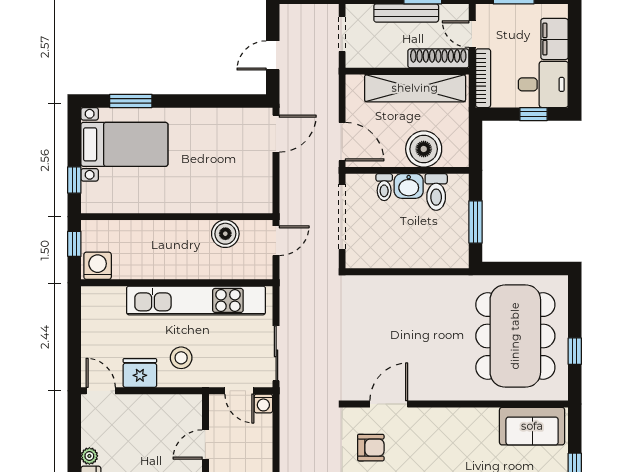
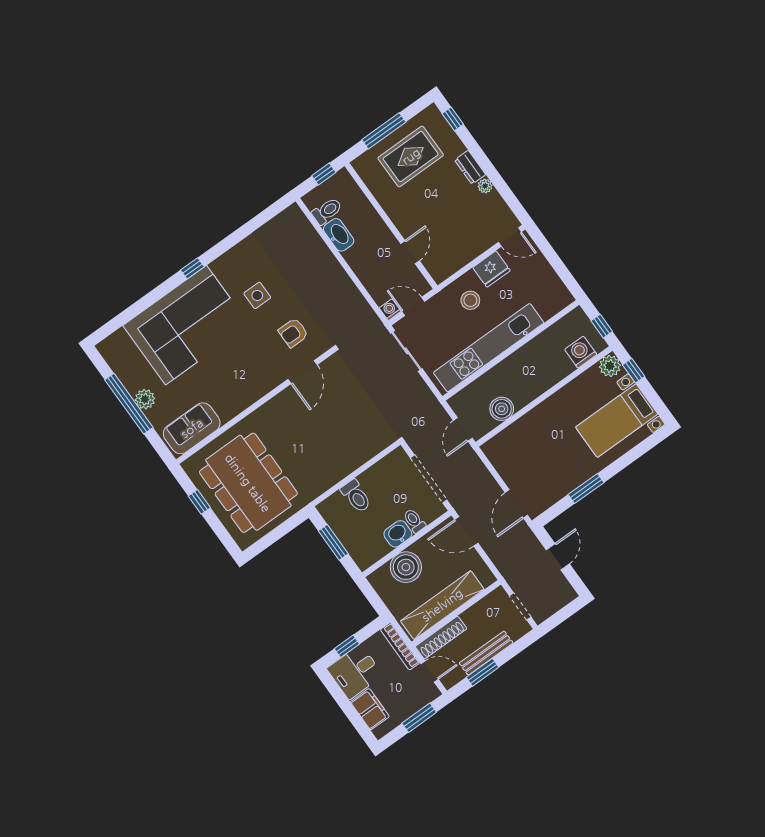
window: (131, 101) -> (586, 488), moved
toilet: (436, 192) -> (356, 496), moved, turned 180
plant: (94, 201) -> (610, 366), added
washing machine: (98, 266) -> (581, 352), moved, turned 180

